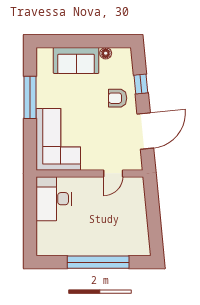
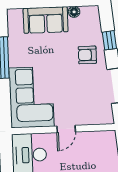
door: (113, 173) -> (66, 129), moved

